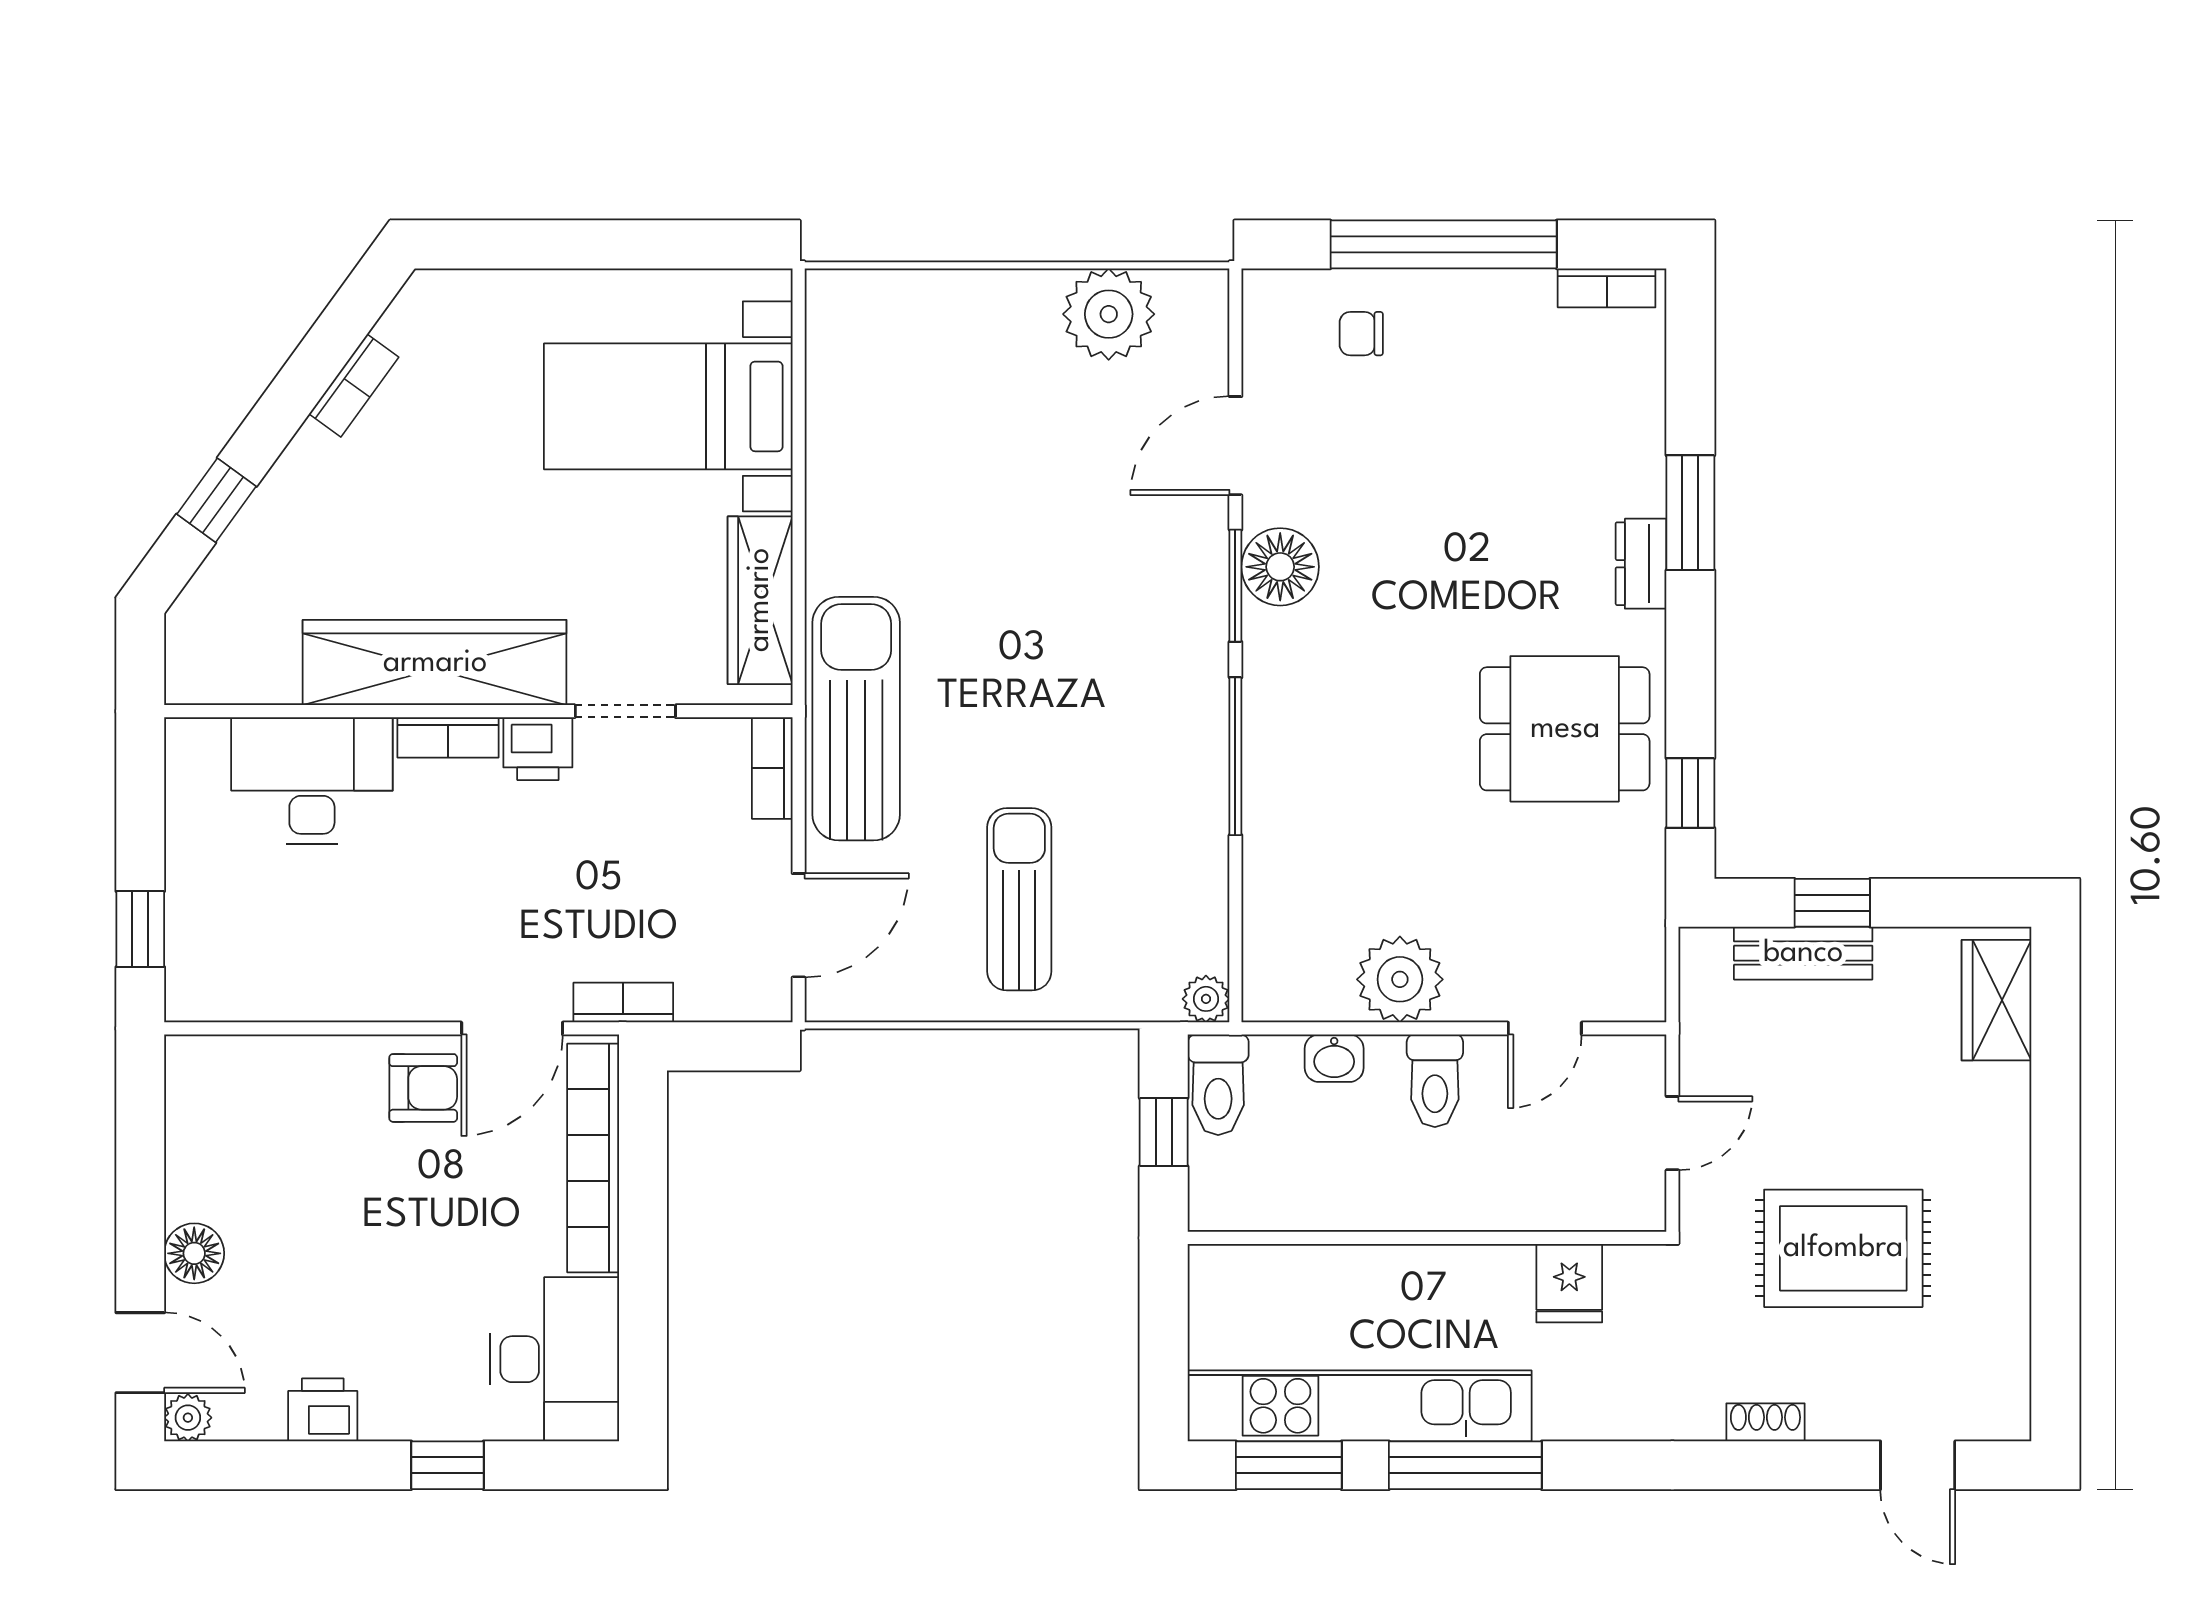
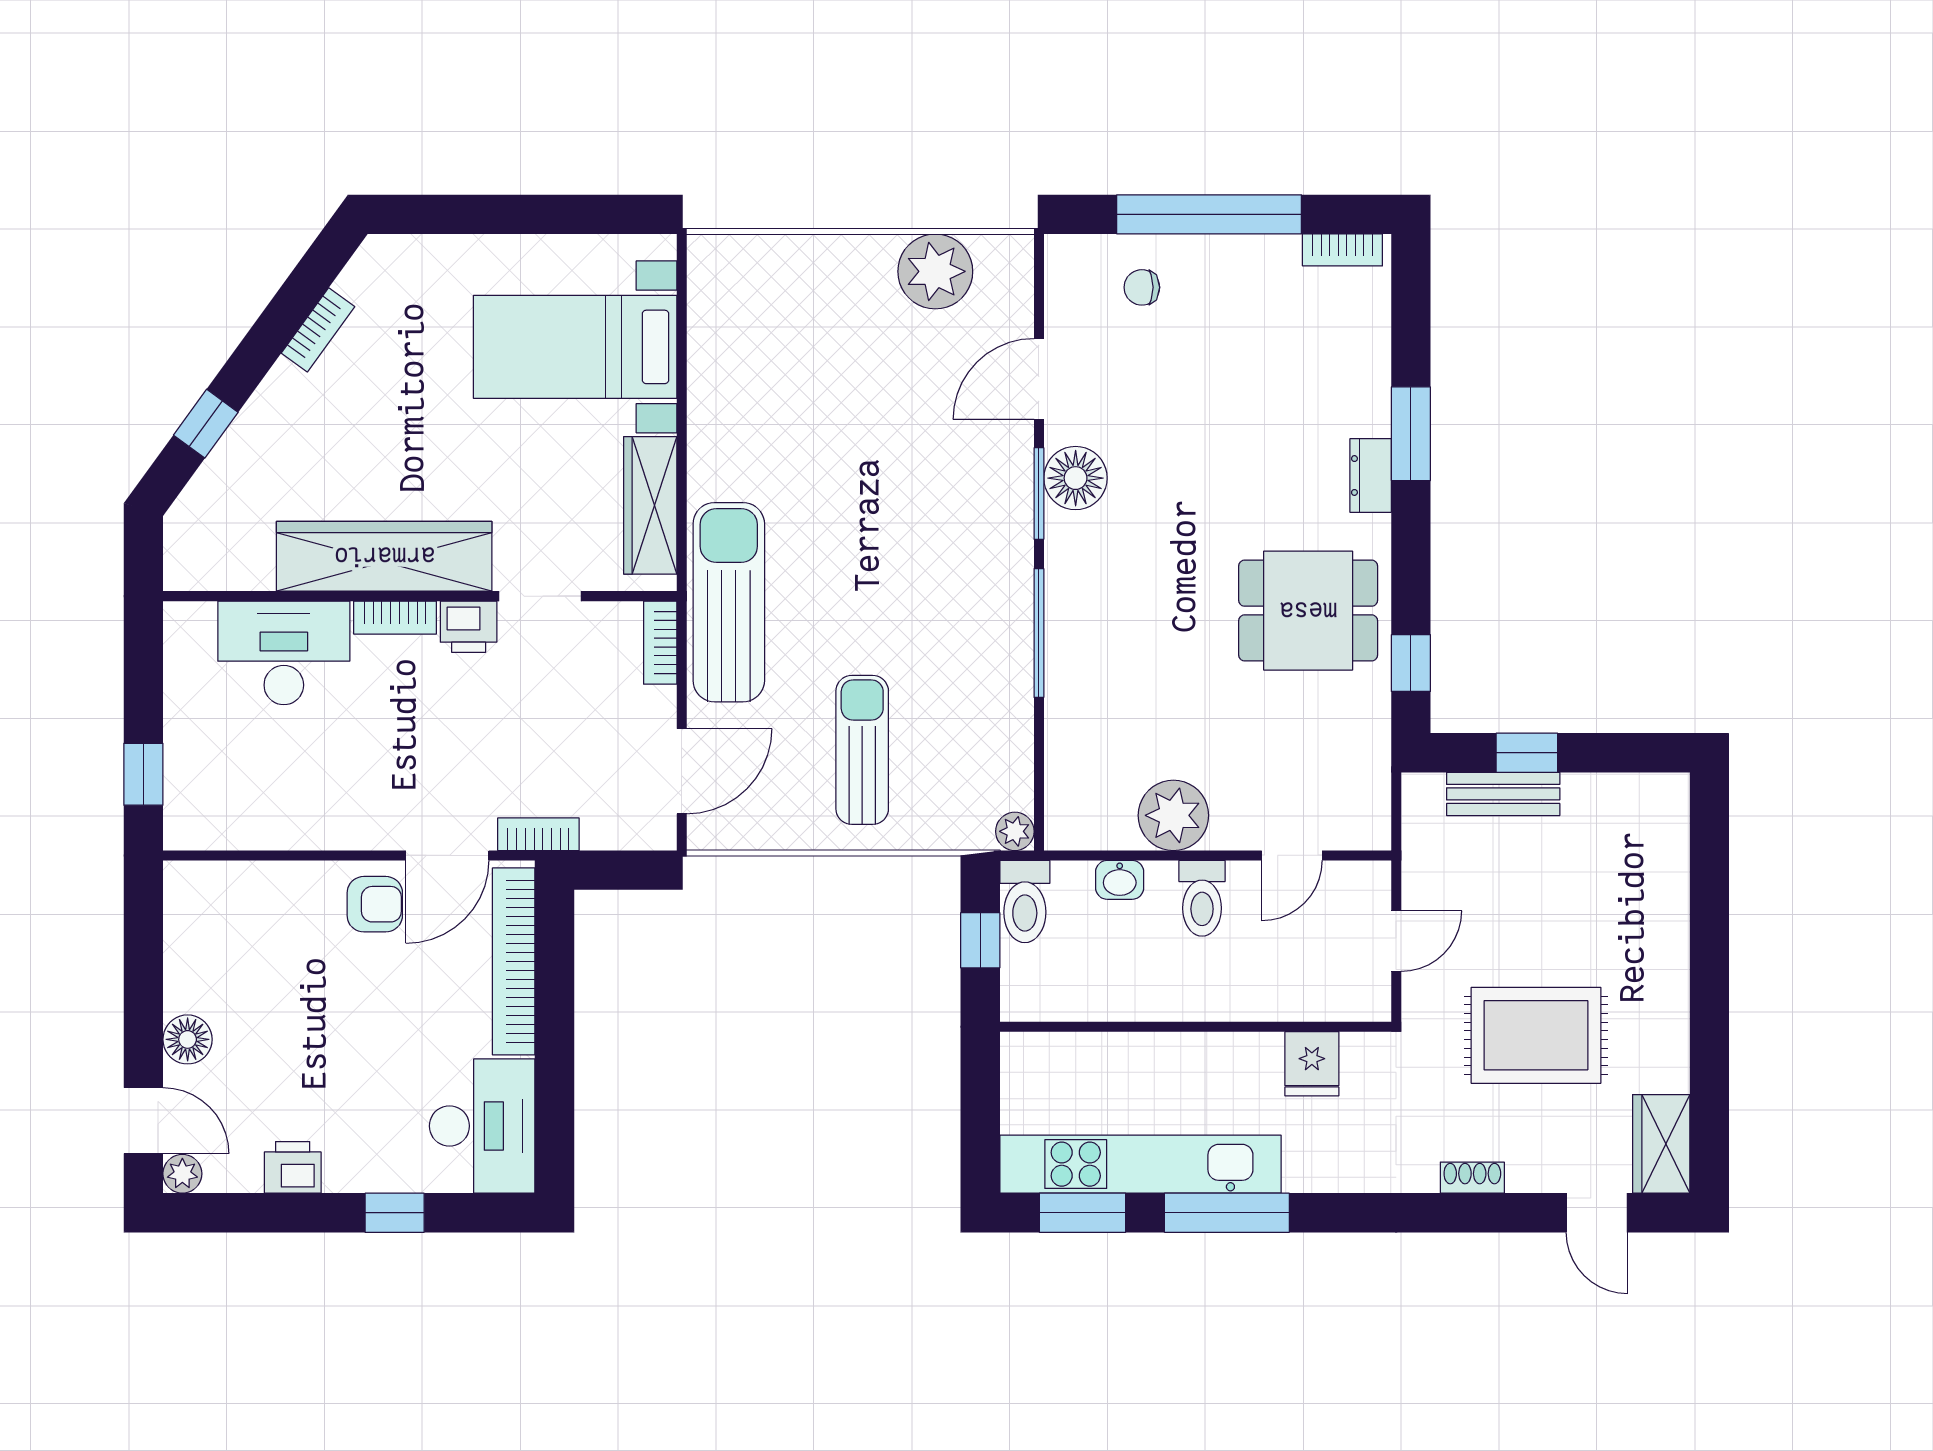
wardrobe: (1996, 1000) -> (1661, 1144), moved

